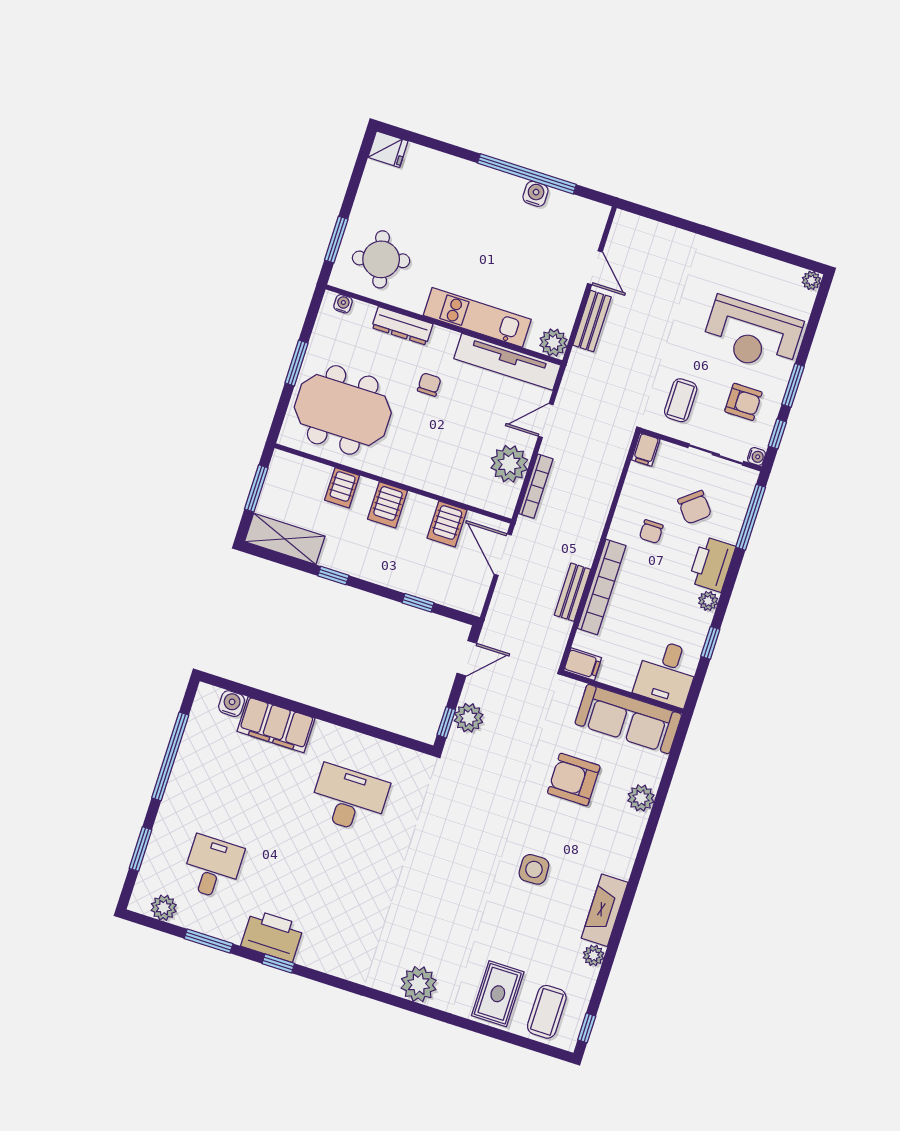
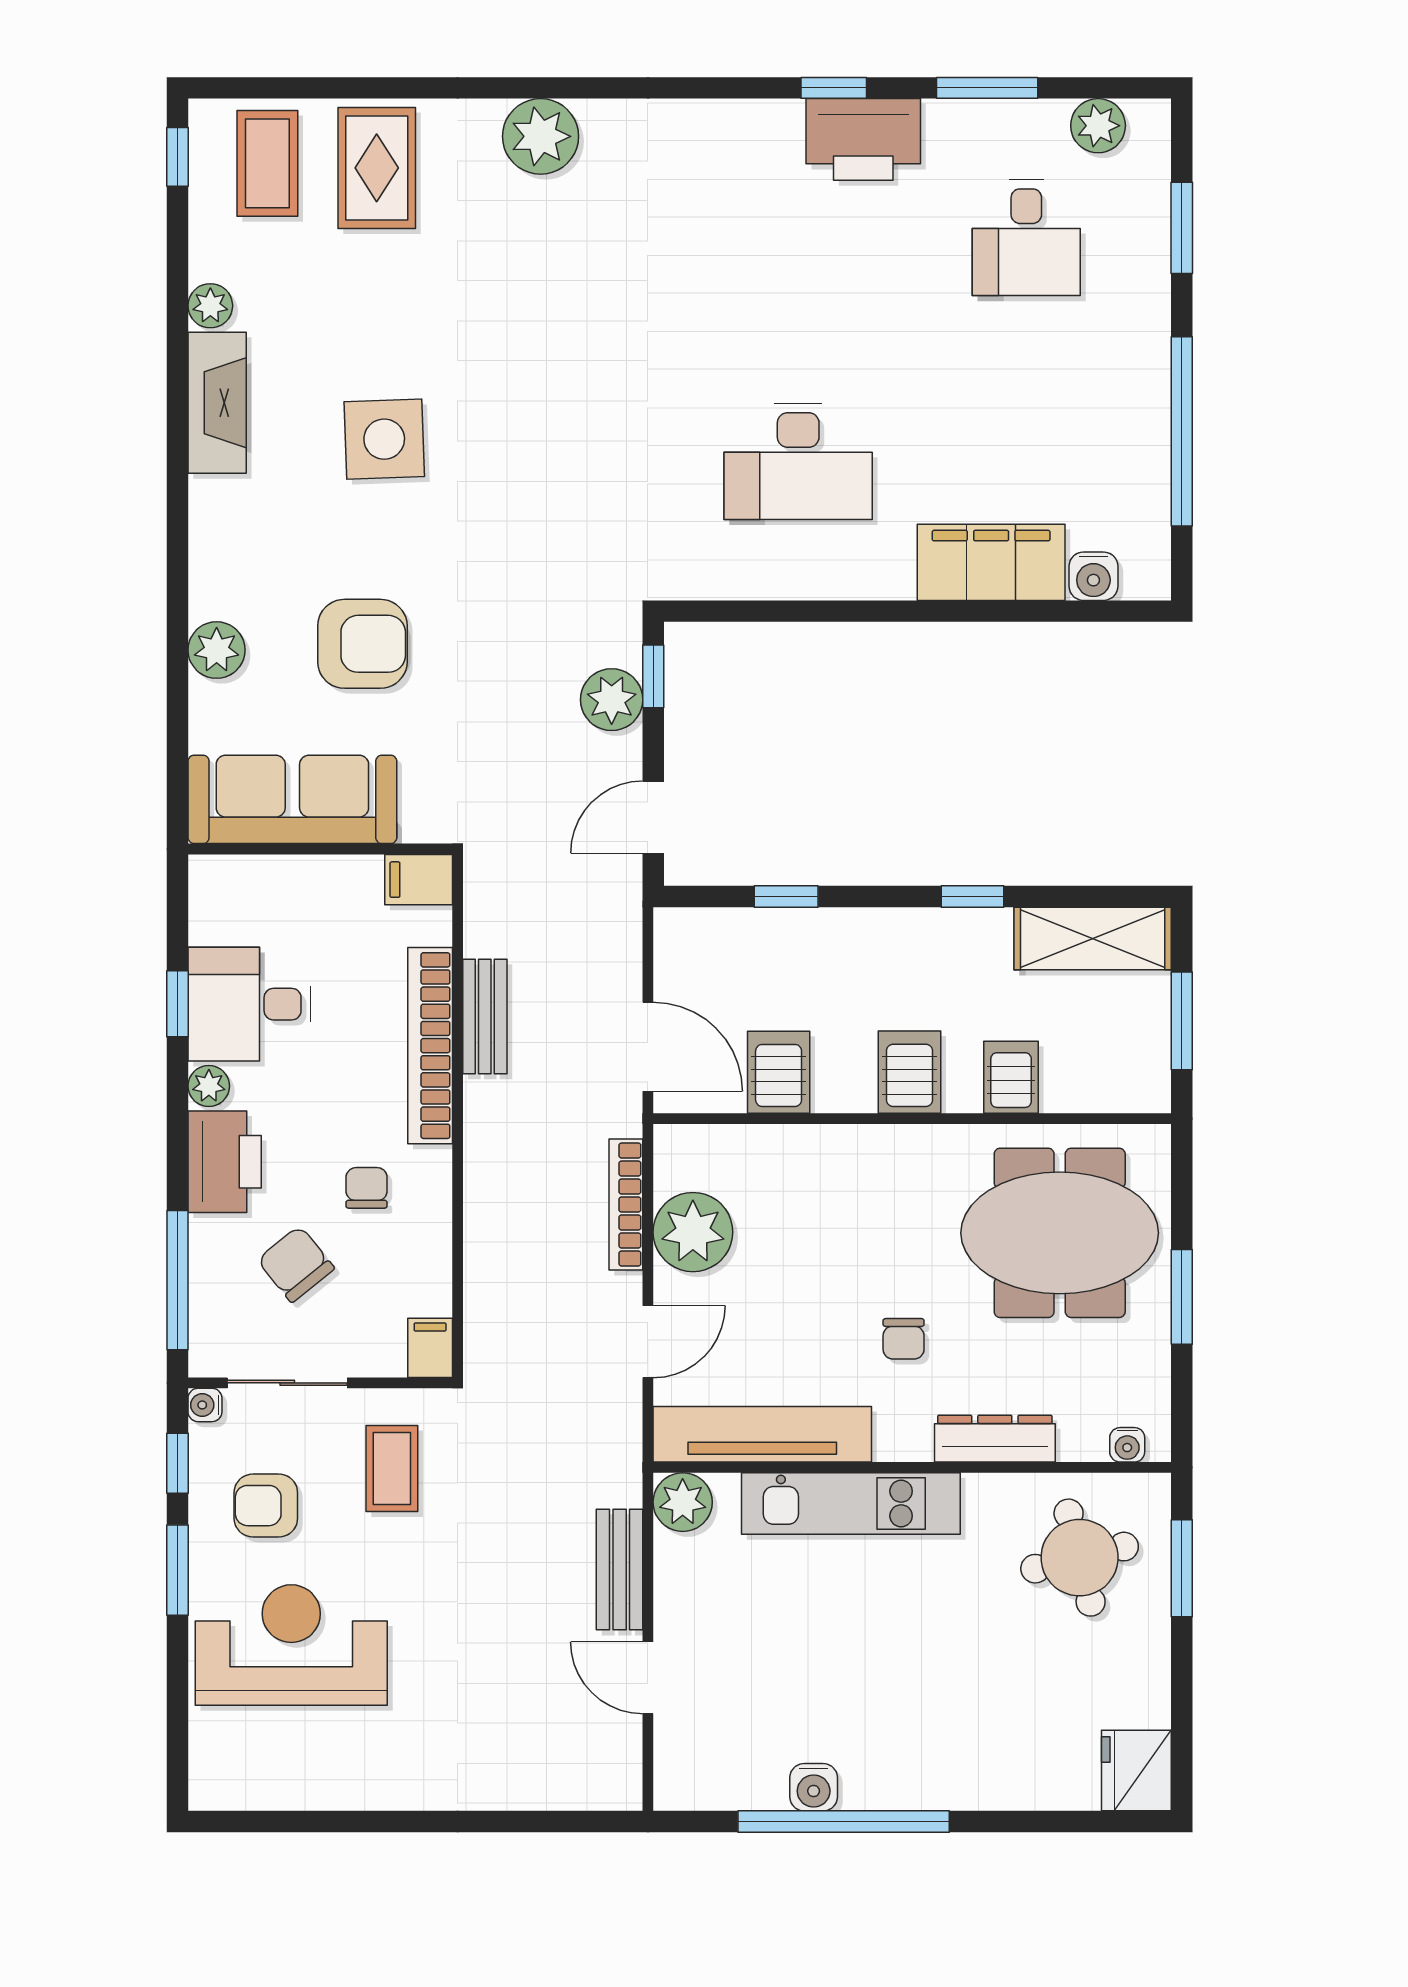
fridge: (388, 149) -> (1136, 1771), width x1.38
plant: (811, 280) -> (208, 1791), removed
desk: (667, 673) -> (249, 1004), moved, turned -90
side table: (534, 869) -> (384, 439), width x1.37, depth x1.37

